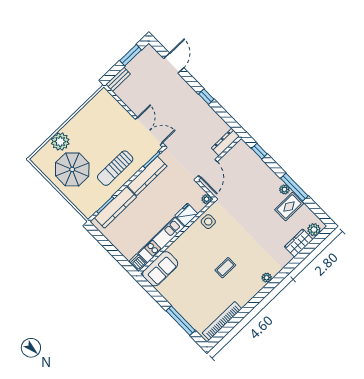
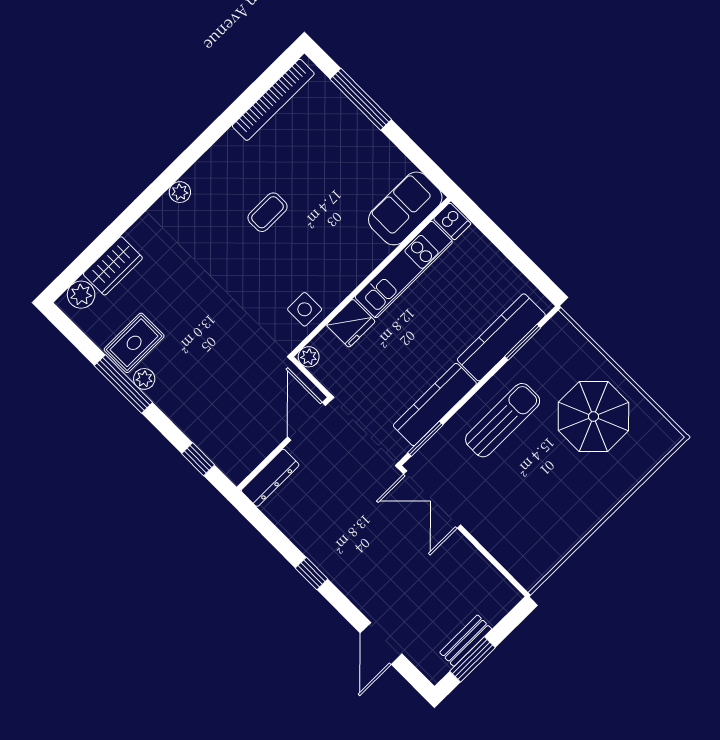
bench: (118, 79) -> (466, 641), moved
plant: (60, 142) -> (619, 475), removed

